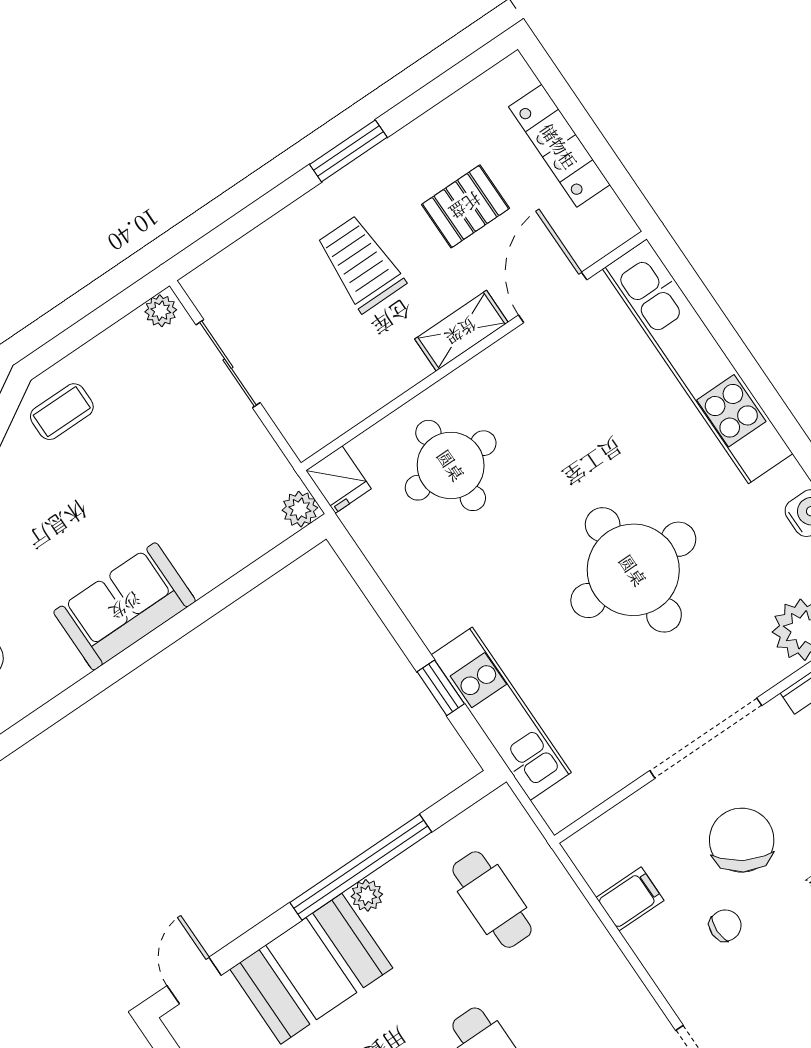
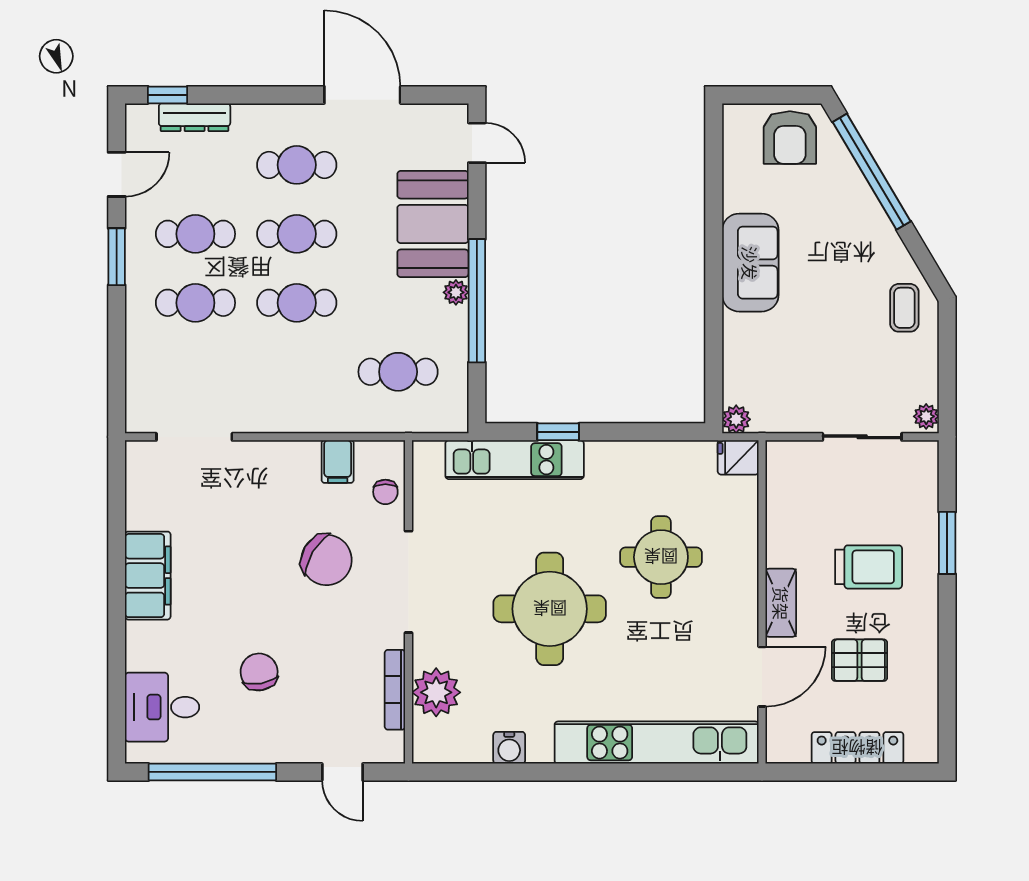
window: (348, 151) -> (947, 543), moved
pallet: (465, 206) -> (859, 660), turned 90
door: (553, 297) -> (762, 677), hinge flipped
round table: (451, 465) -> (661, 557), moved
chair: (725, 925) -> (385, 492), moved

